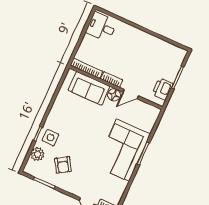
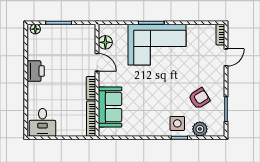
floor lamp: (181, 56) -> (35, 29), added
printer: (162, 89) -> (36, 71), moved, turned -90
floor lamp: (114, 95) -> (105, 42), moved

